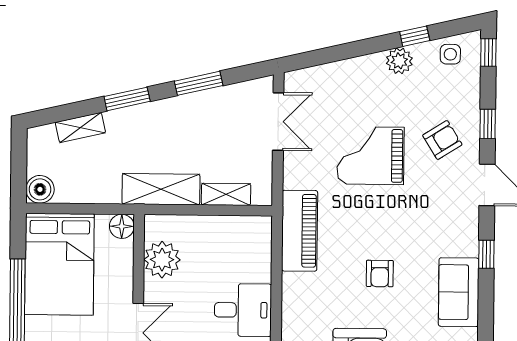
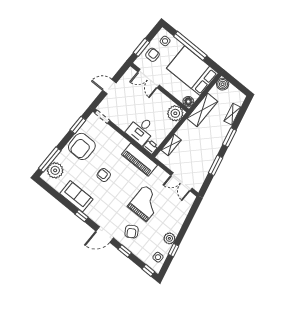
shelving: (161, 189) -> (202, 110), moved
printer: (260, 229) -> (151, 147), added
plant: (162, 260) -> (175, 113), moved
desk: (243, 310) -> (141, 130), moved

